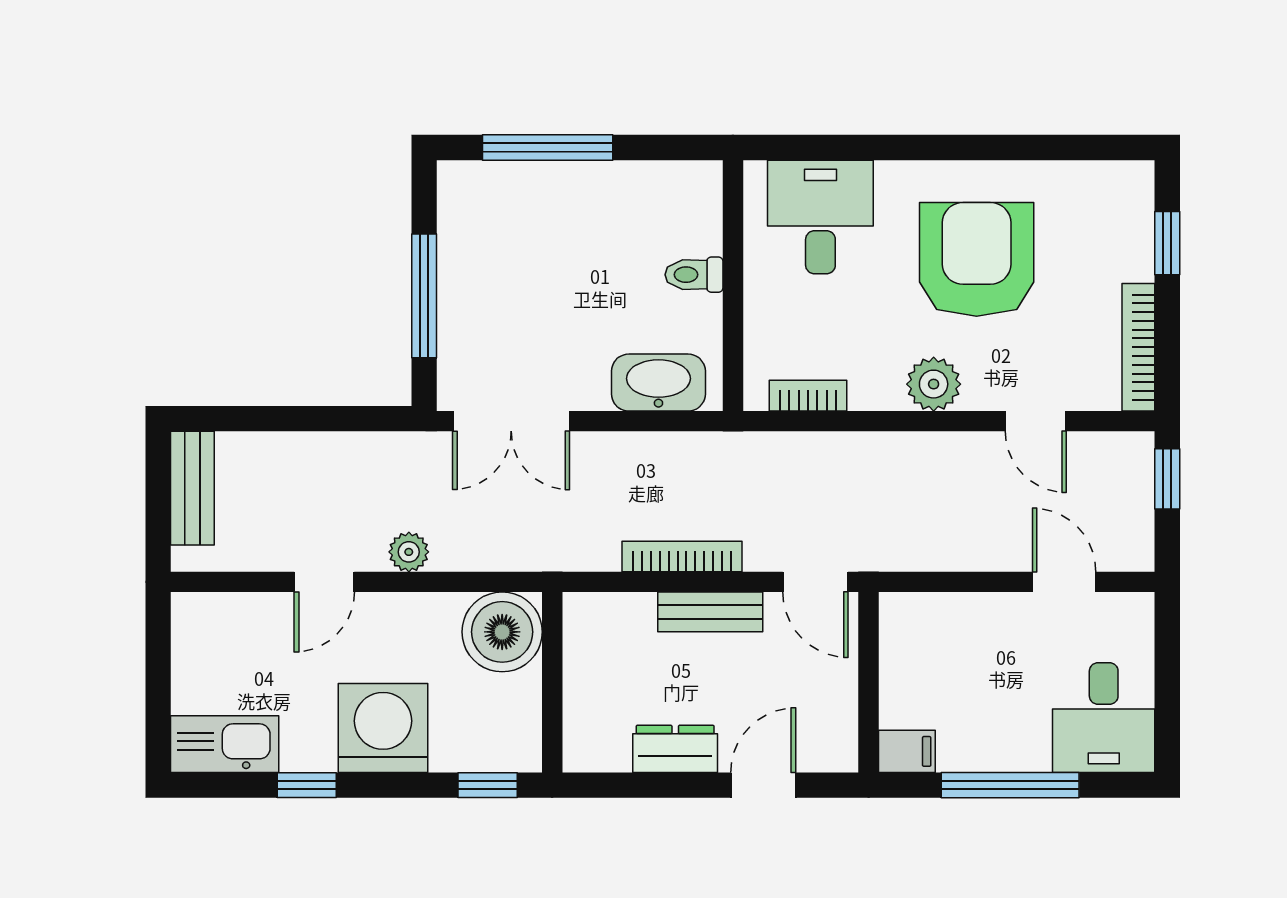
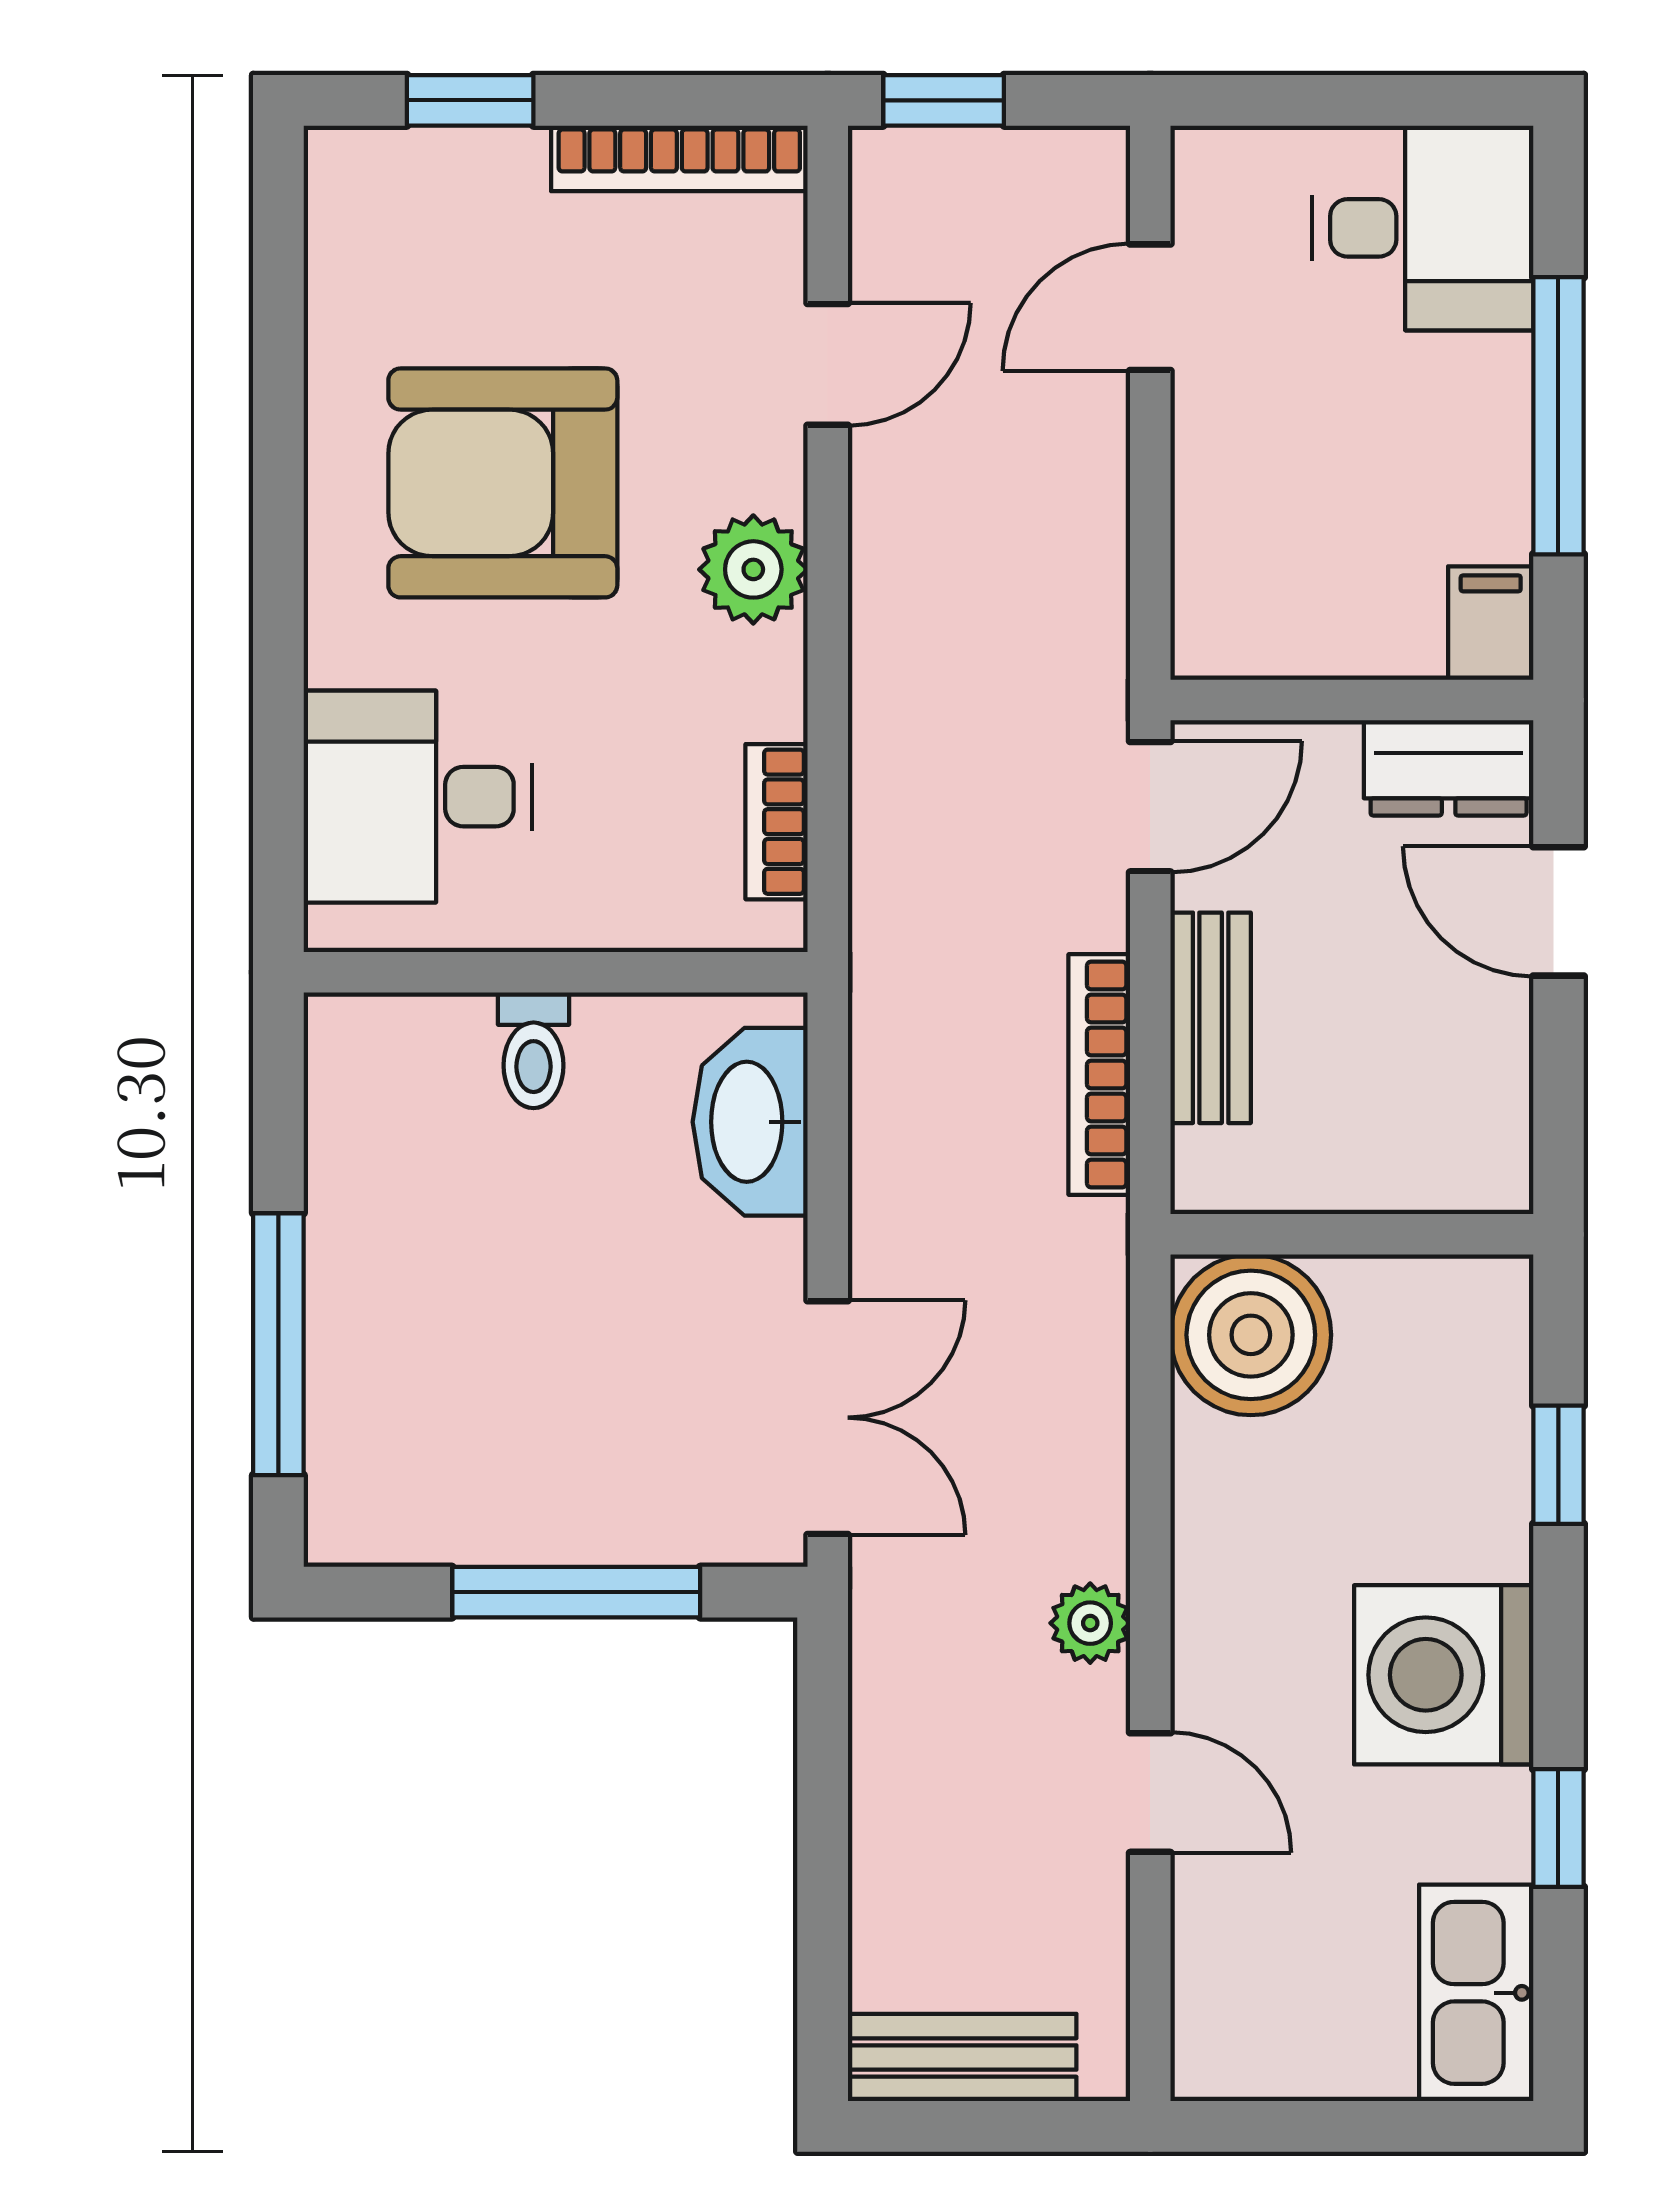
boiler: (502, 632) -> (1251, 1335), moved
wall: (552, 682) -> (1352, 1234), moved
dresser: (675, 749) -> (1449, 768), moved, turned -90

